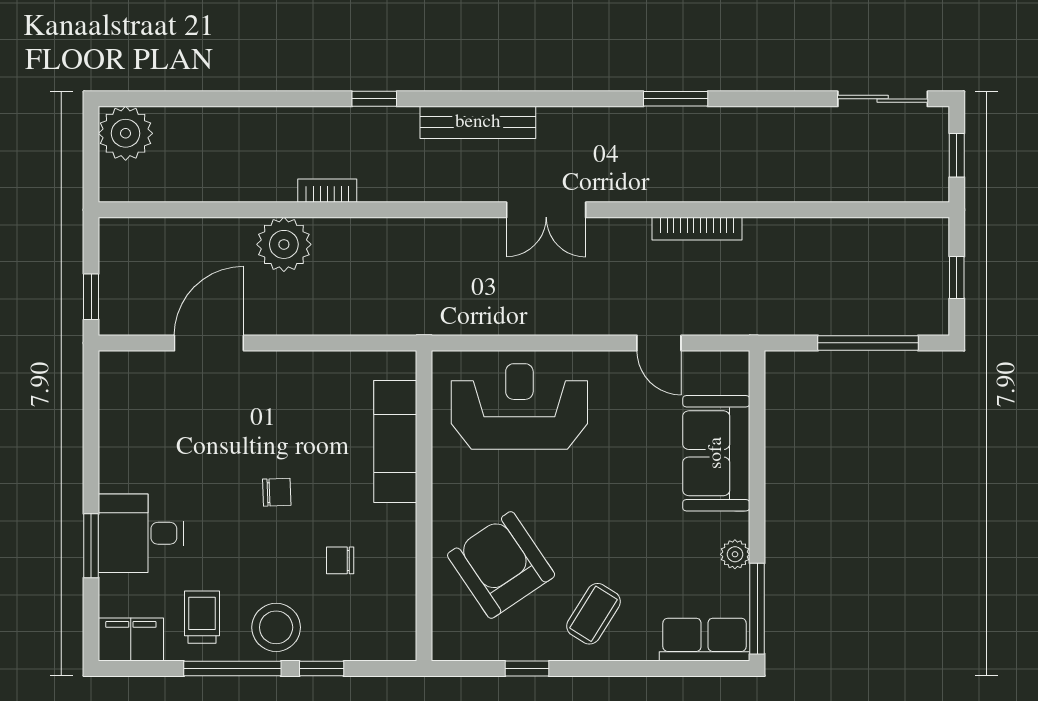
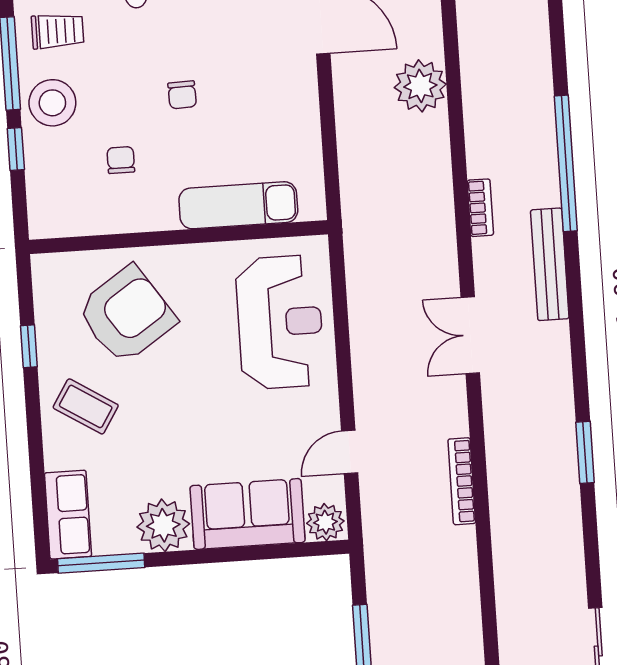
window: (374, 99) -> (566, 163), width x3.17
bookcase: (327, 191) -> (480, 208), moved
plant: (730, 373) -> (325, 522), added
plant: (735, 554) -> (163, 525), width x1.88, depth x1.88

